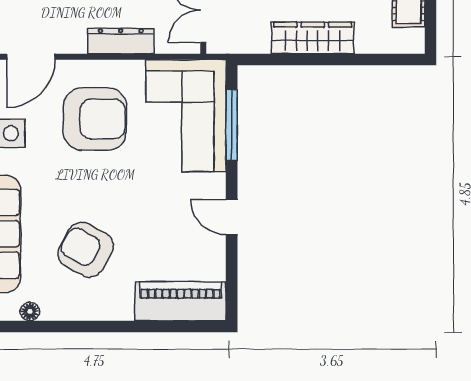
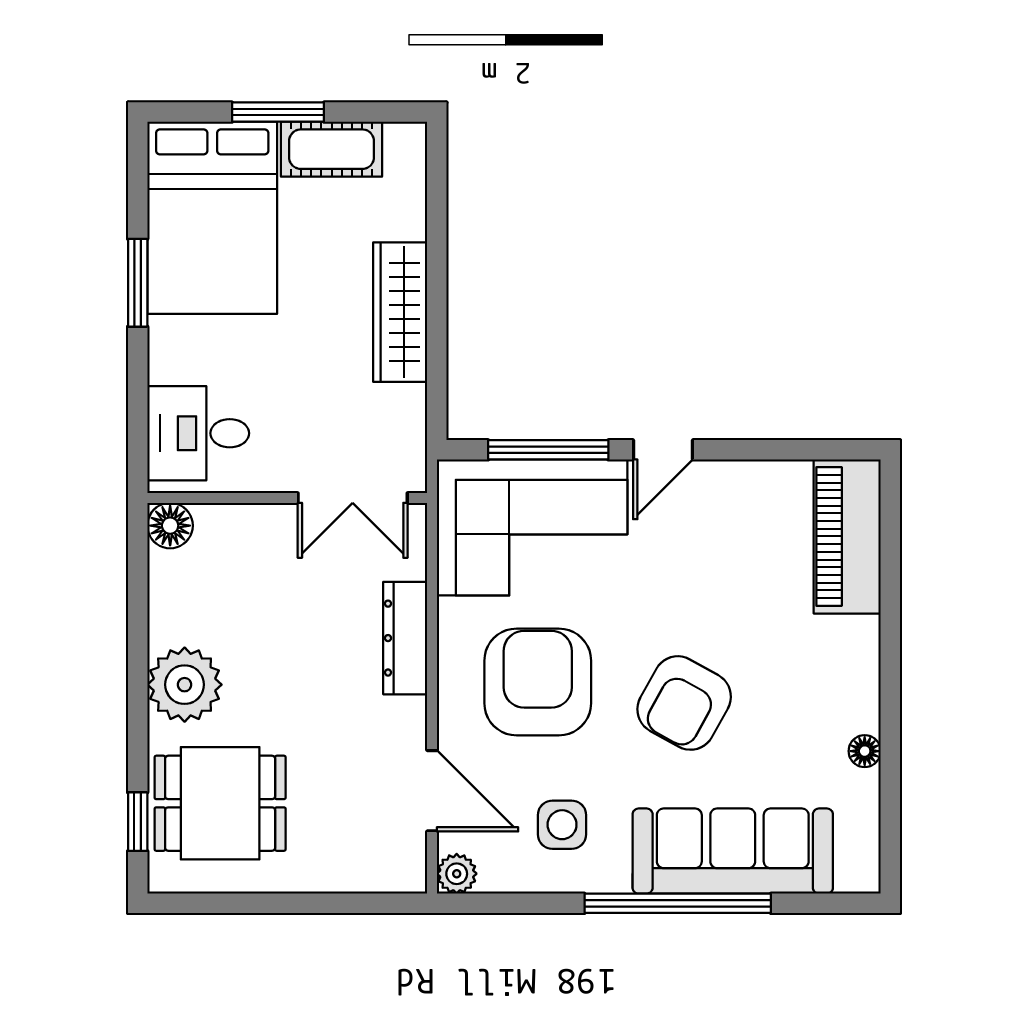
door: (232, 217) -> (663, 450), moved
armchair: (86, 250) -> (684, 703), moved
floor lamp: (30, 311) -> (865, 751), moved

